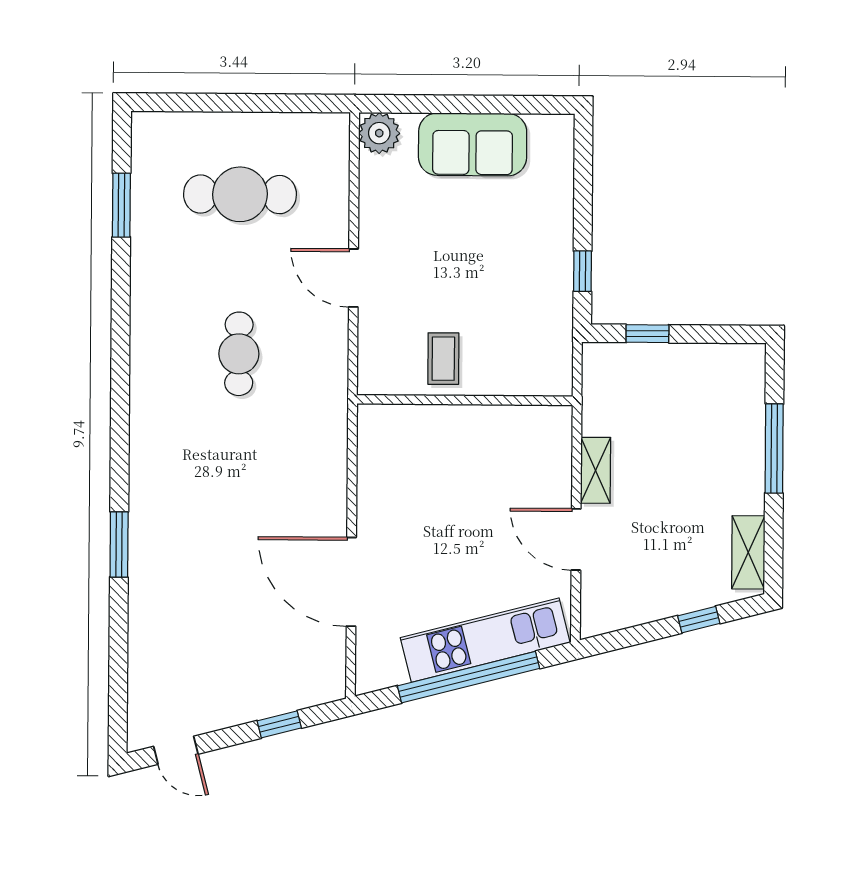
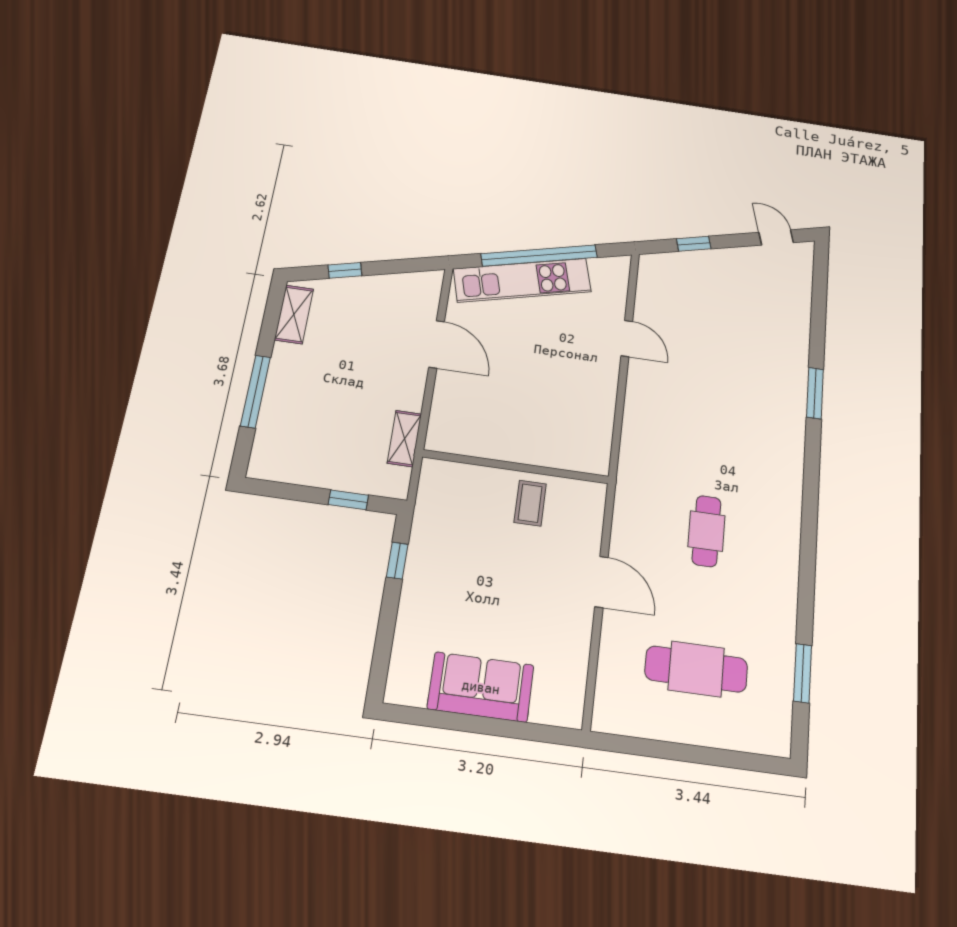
plant: (379, 133) -> (565, 709), removed
shelving: (596, 470) -> (404, 439), moved
door: (351, 582) -> (627, 338), width x0.53

